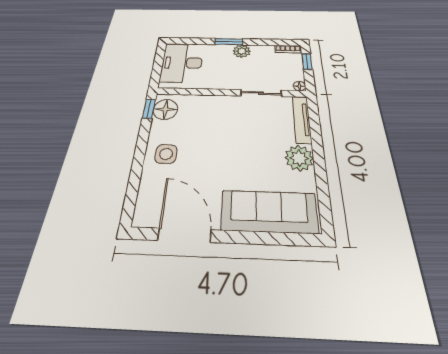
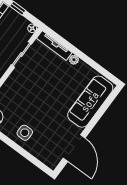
plant: (299, 158) -> (74, 60), width x0.53, depth x0.53
door: (184, 235) -> (74, 148), swing flipped

